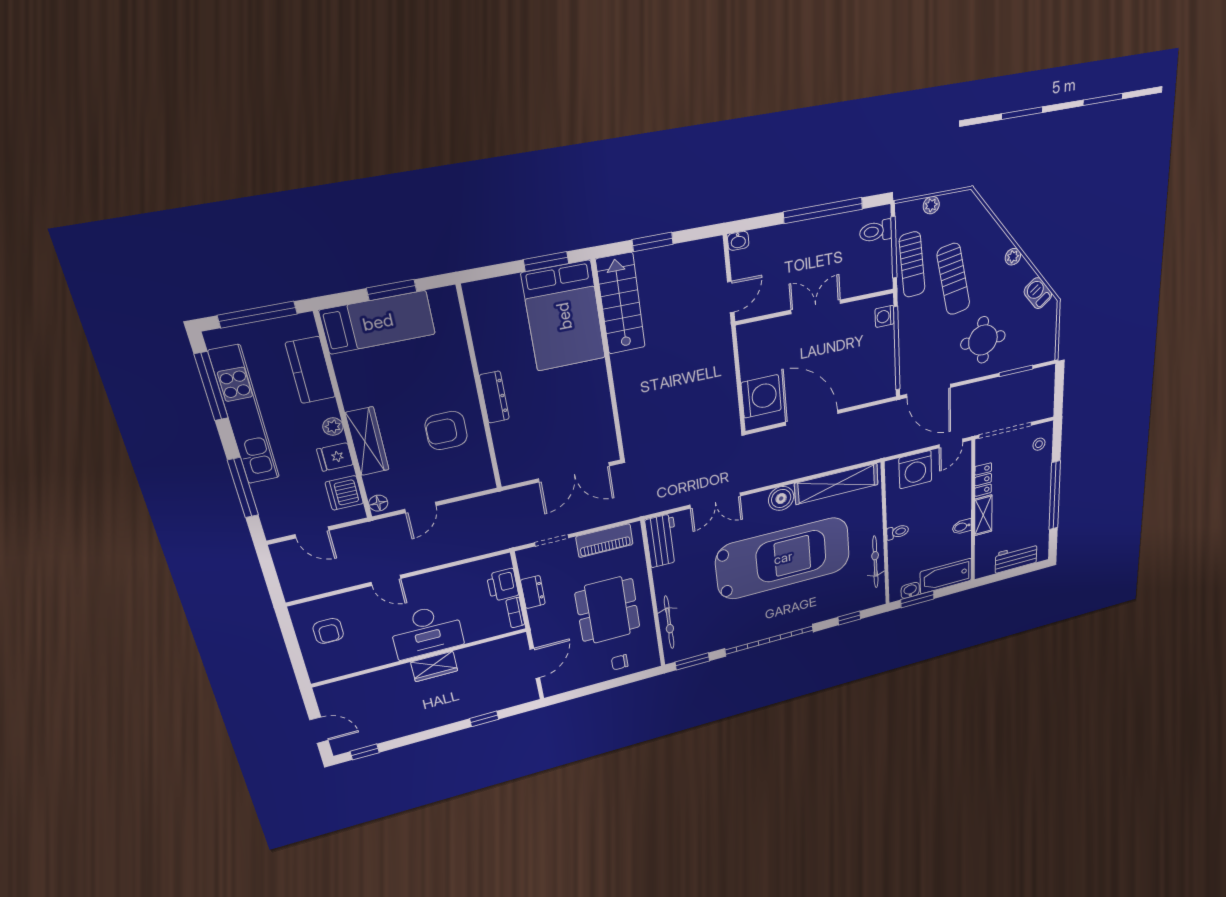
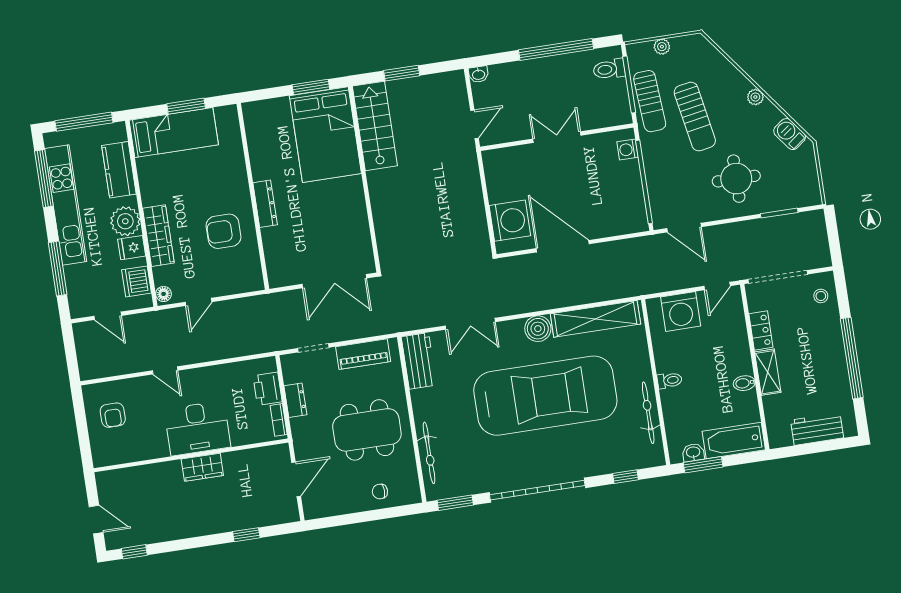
door: (929, 391) -> (684, 228), width x0.73
plant: (333, 427) -> (125, 221), width x1.88, depth x1.88
dining table: (608, 610) -> (367, 430), turned 90

